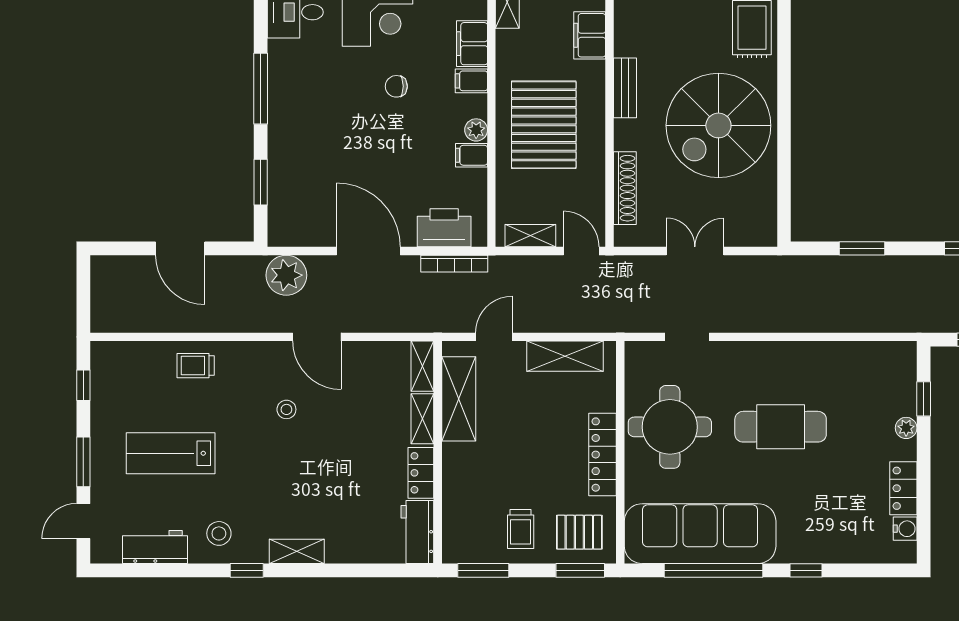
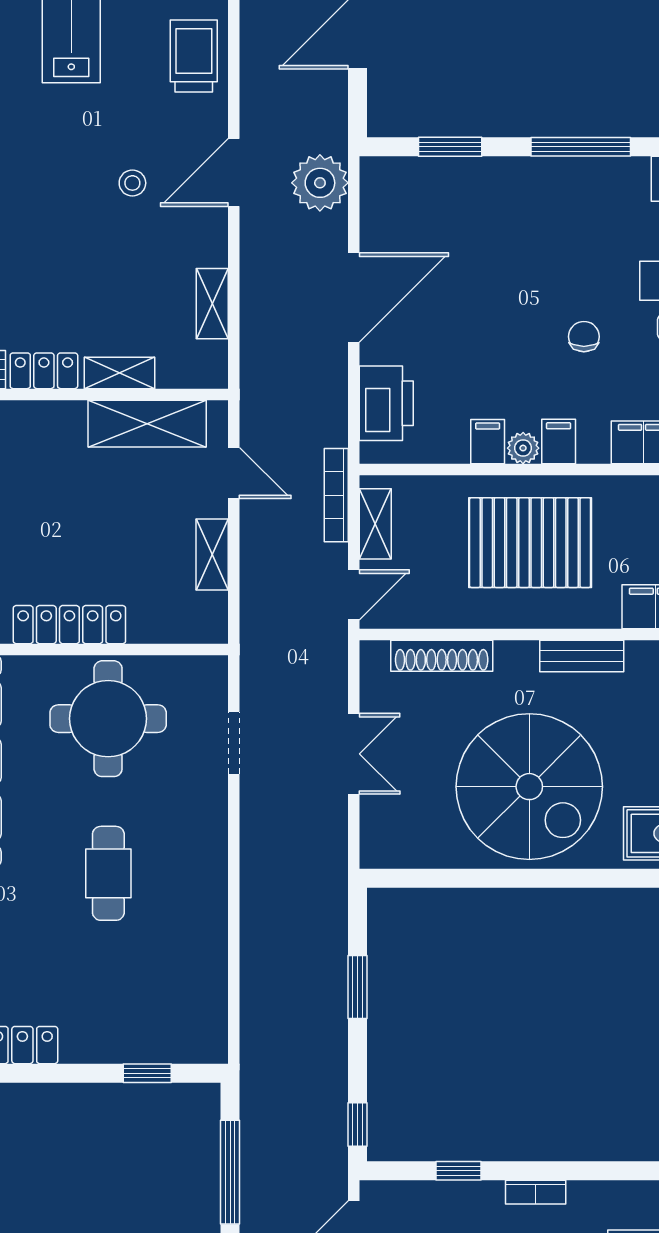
filing cabinet: (471, 81) -> (559, 441), moved
spiral stairs: (718, 125) -> (529, 787), turned 180
bookcase: (454, 264) -> (336, 495), moved
door: (317, 337) -> (234, 172), moved
shelving: (565, 356) -> (212, 555), width x0.67, depth x0.75
trolley: (196, 366) -> (194, 56), width x1.36, depth x1.39
shelving: (422, 366) -> (212, 304), moved, turned 90
cafe table: (781, 427) -> (108, 873), width x0.73, depth x0.74
plant: (906, 428) -> (107, 1049), removed

